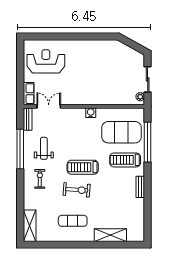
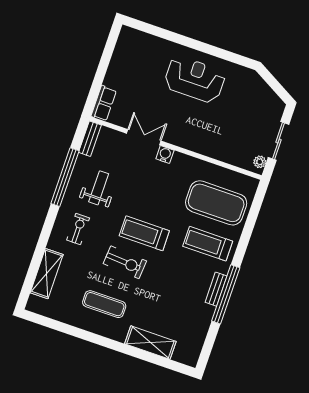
reception desk: (46, 61) -> (195, 79), moved
double door: (49, 106) -> (144, 137), moved
water cooler: (91, 113) -> (165, 155), moved
window: (148, 142) -> (226, 294), moved
shelving: (30, 226) -> (47, 274), moved

